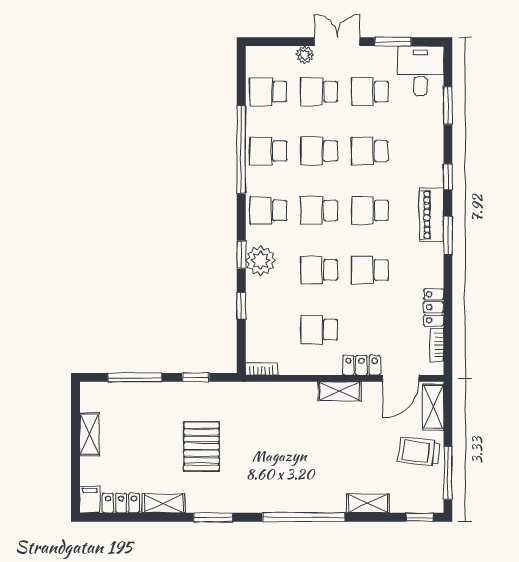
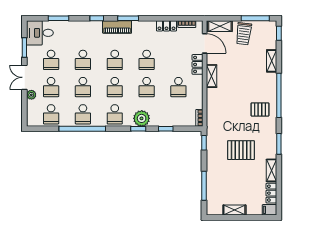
window: (196, 377) -> (204, 143), moved
pallet: (277, 482) -> (260, 109), added

